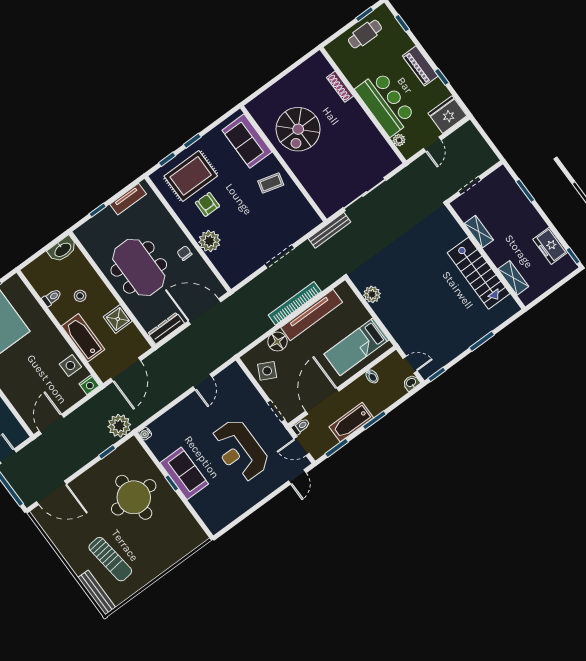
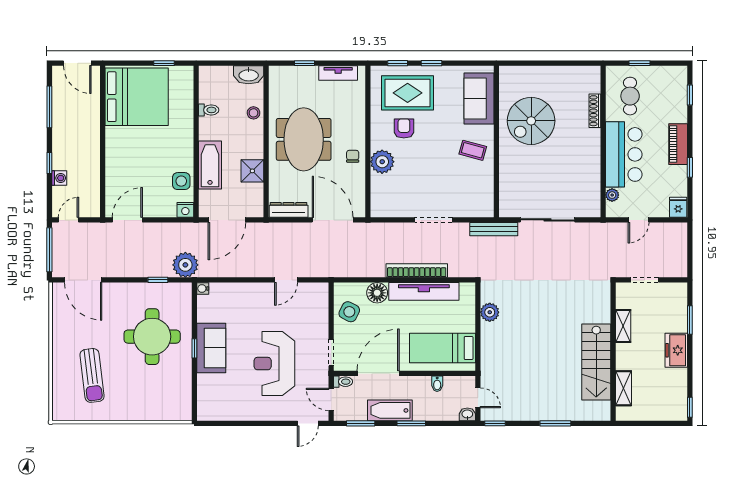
window: (364, 14) -> (639, 63), moved
cafe table: (365, 34) -> (630, 96), moved, turned 90
fridge: (447, 115) -> (678, 207), width x0.53, depth x0.75
freezer: (550, 246) -> (676, 350), moved
stool: (80, 296) -> (254, 113), moved
bench: (97, 592) -> (59, 396), removed

